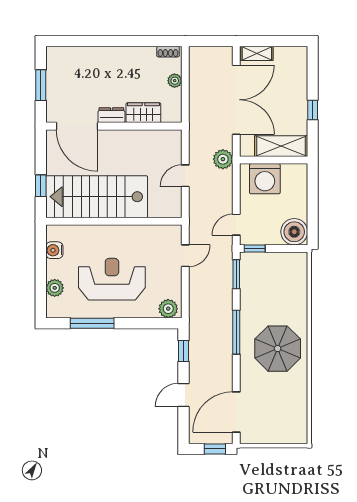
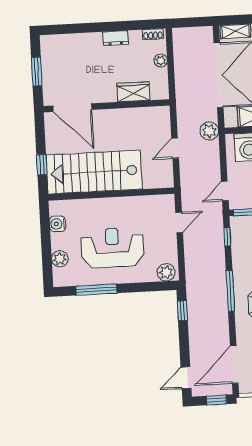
dresser: (111, 115) -> (116, 38), moved, turned 180
window: (236, 274) -> (227, 237), width x0.67
door: (183, 395) -> (186, 378), moved

